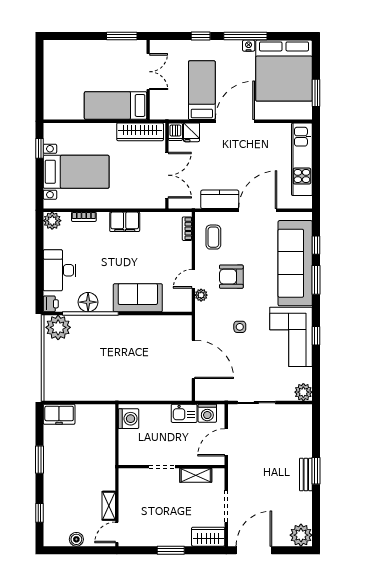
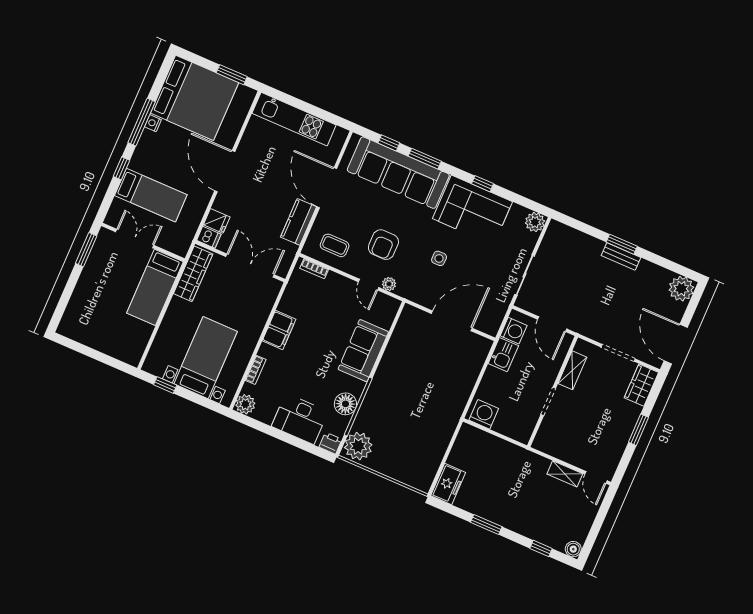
bed: (202, 90) -> (151, 195), moved, turned 180
boiler: (76, 539) -> (573, 549), moved

